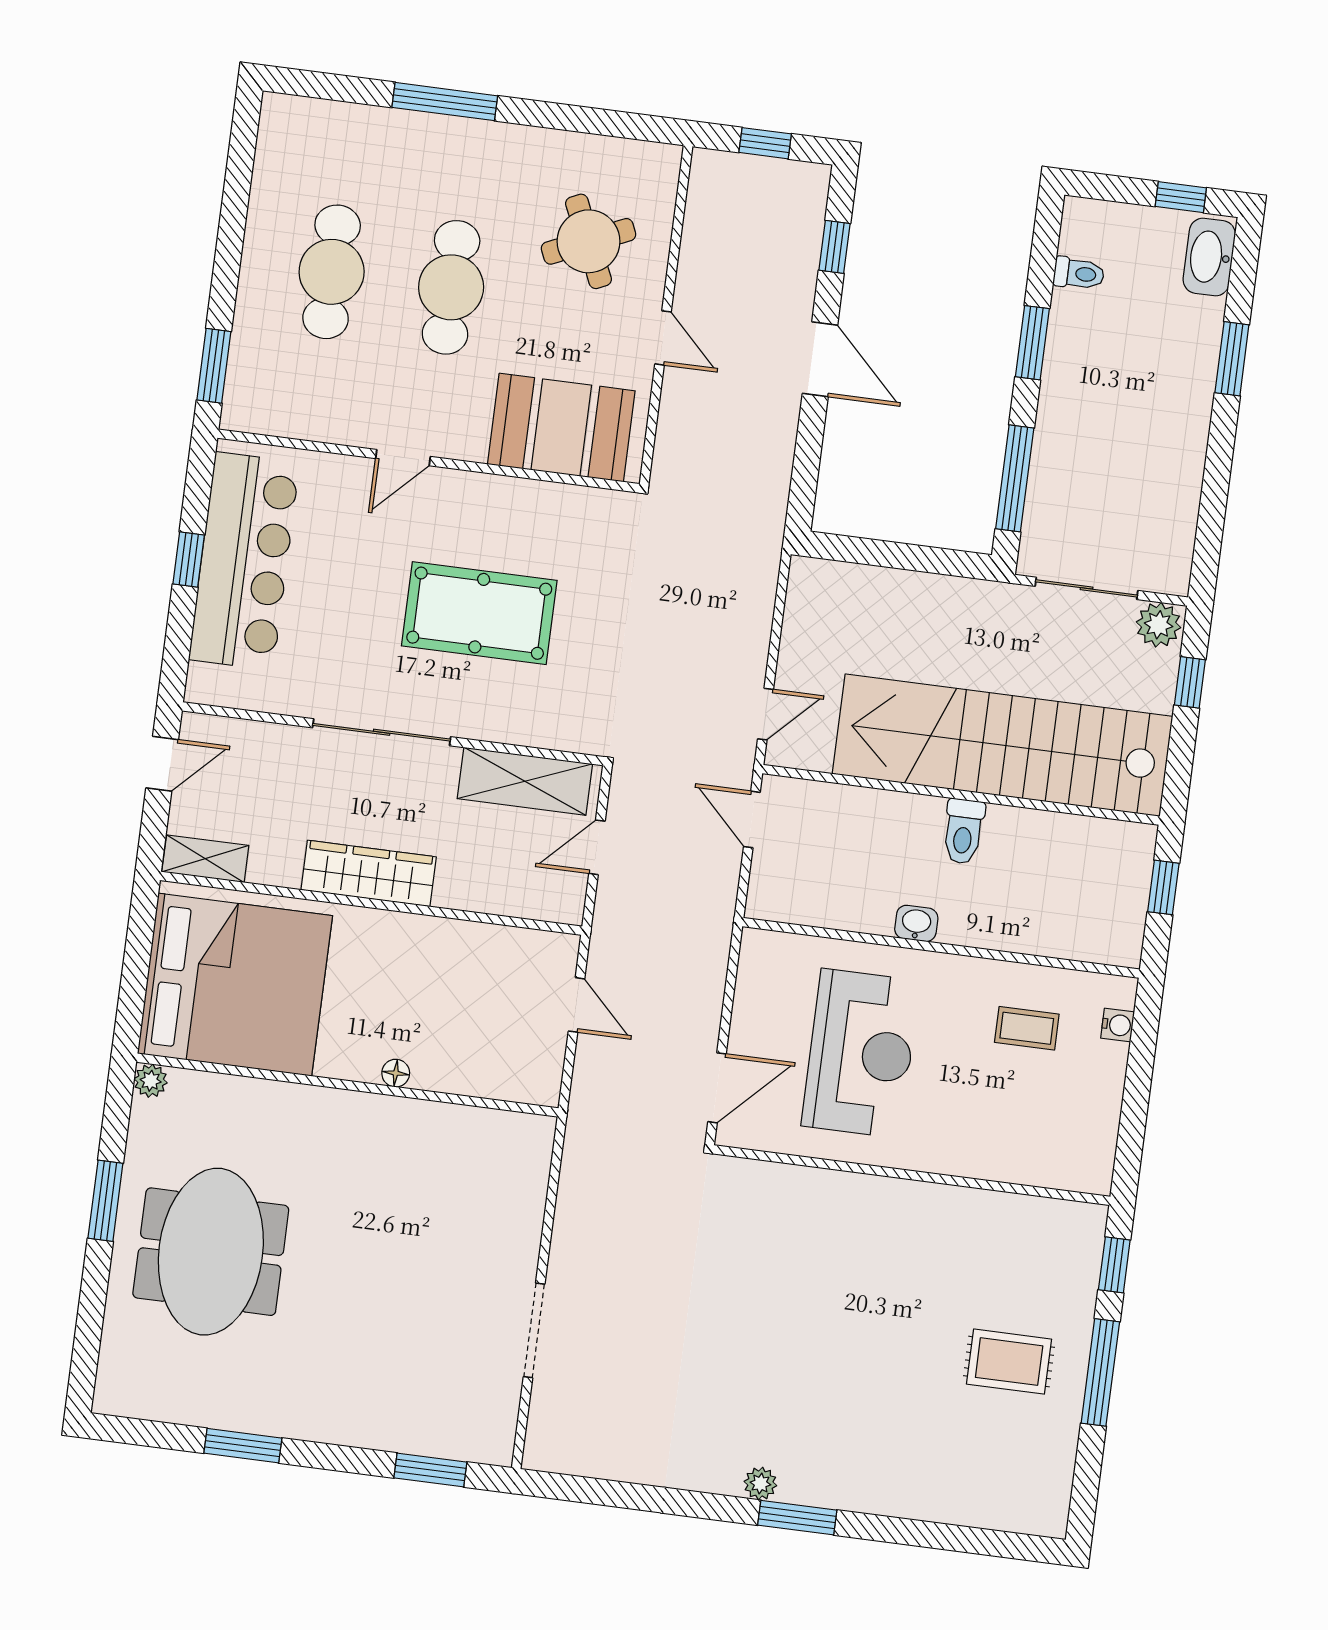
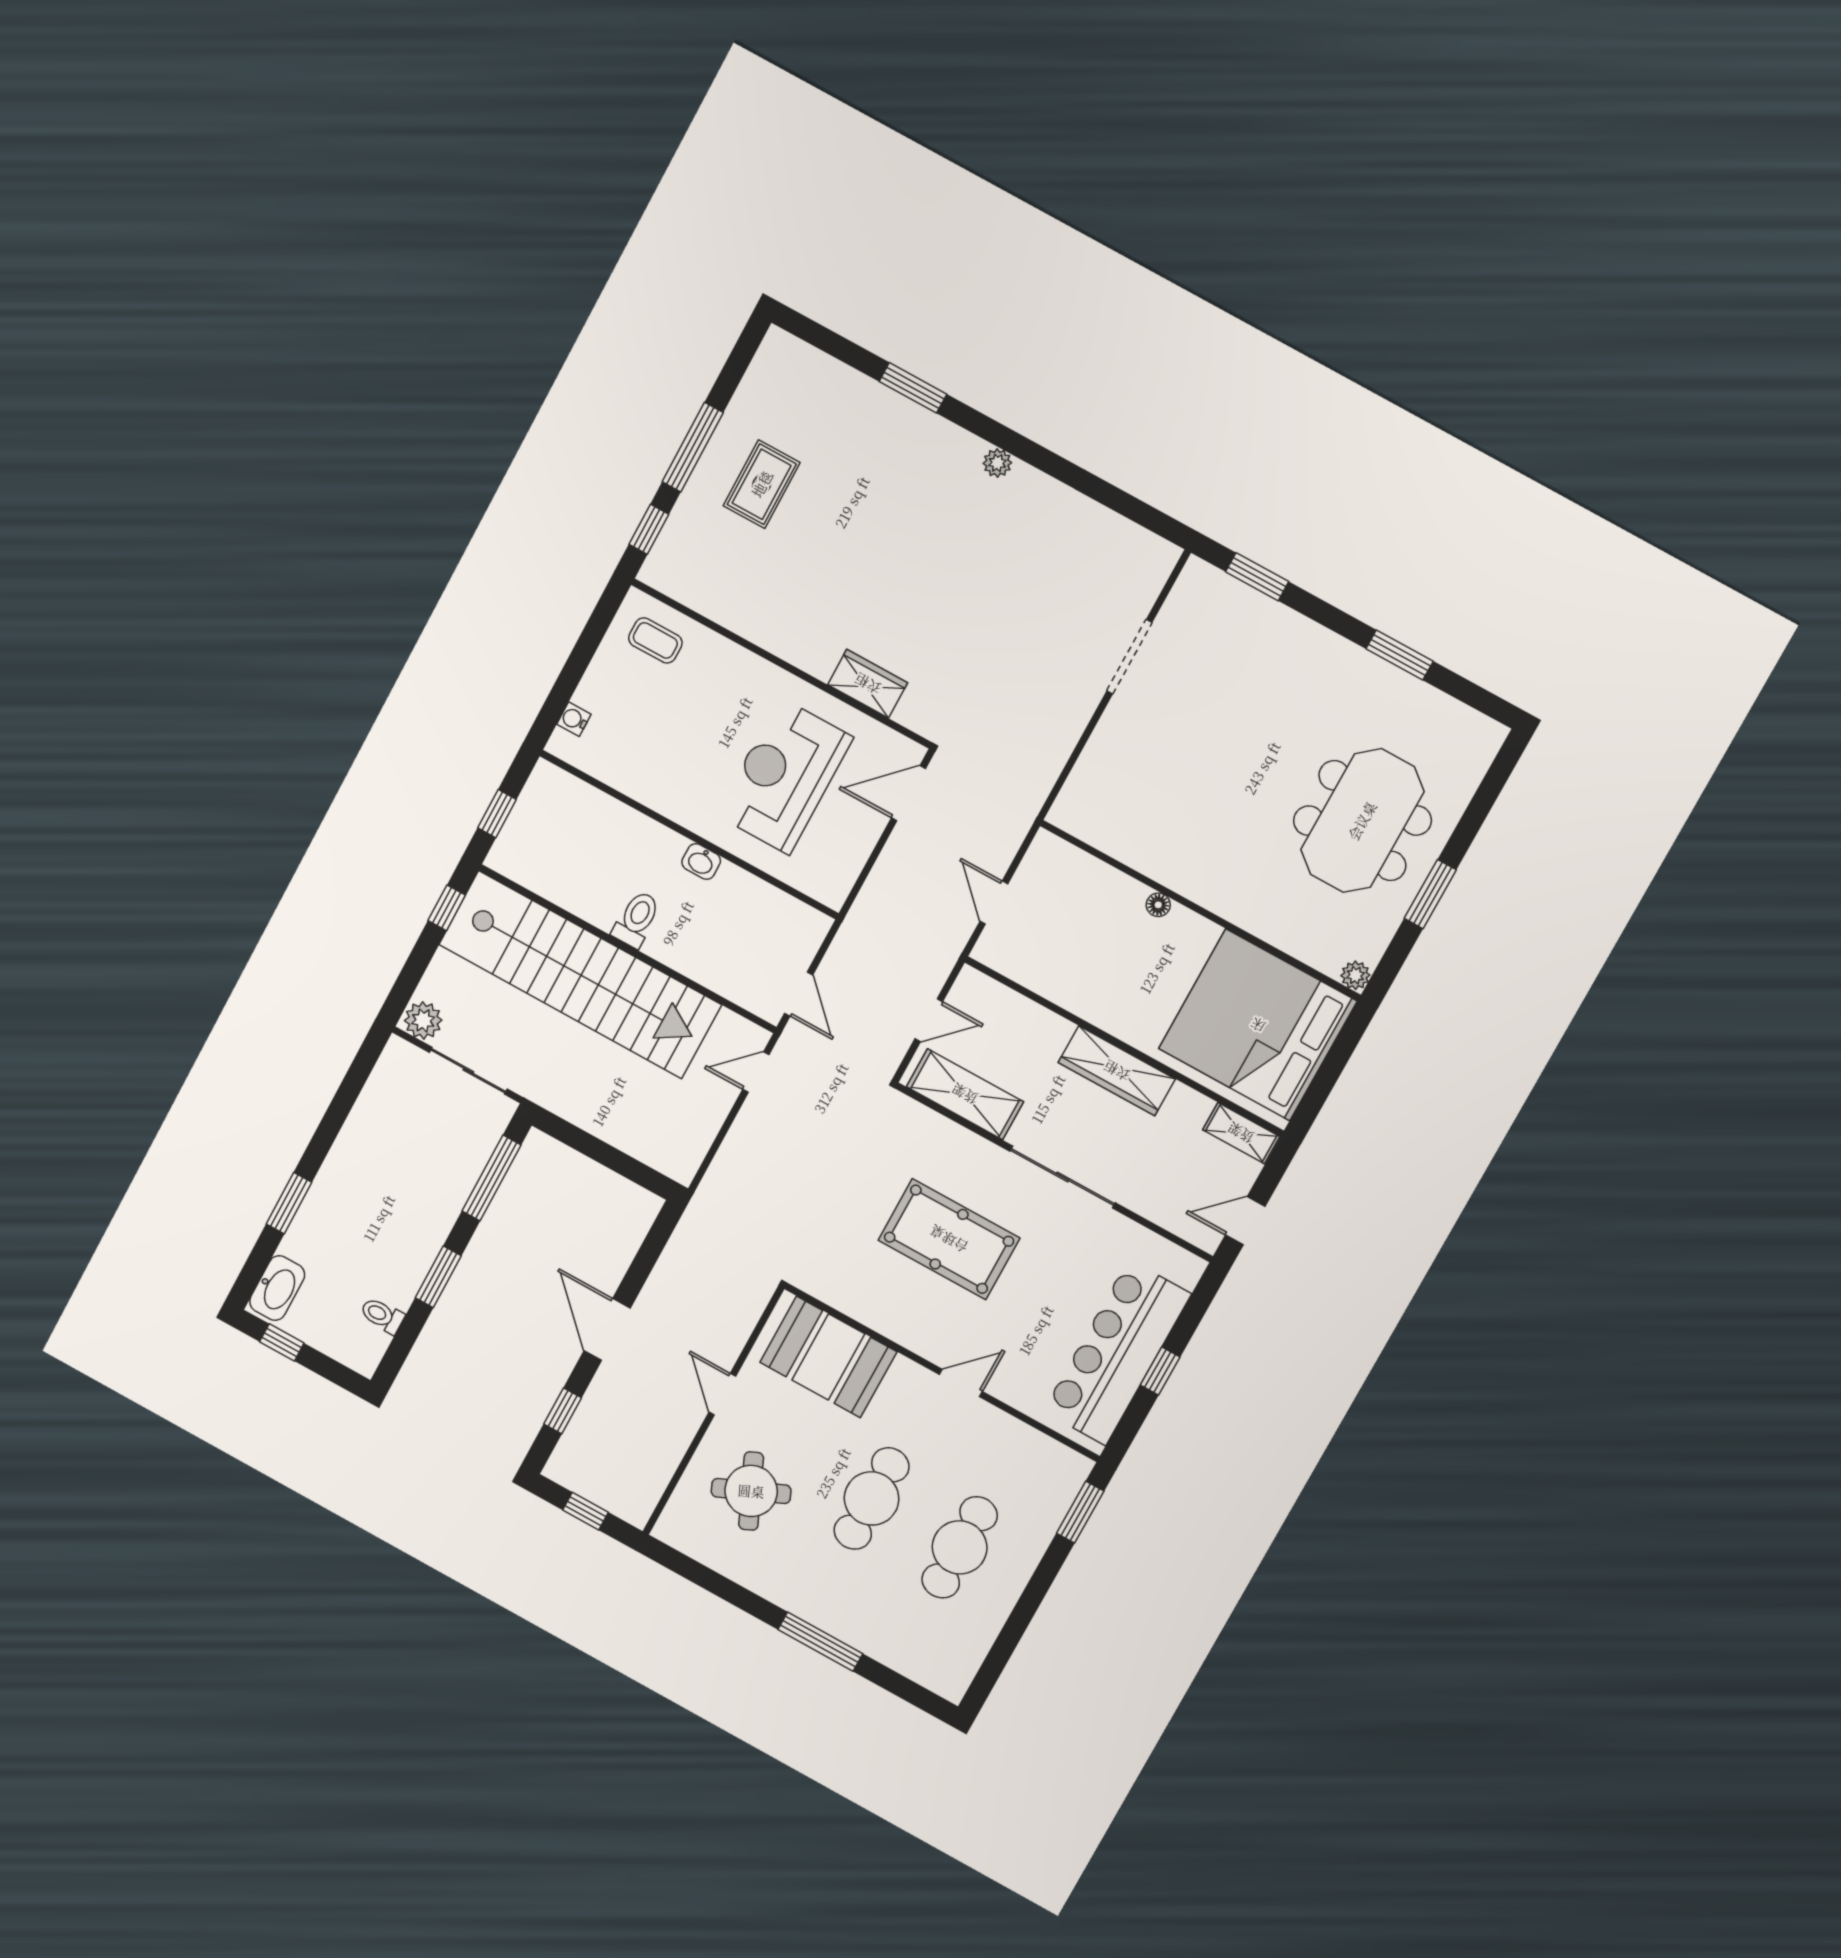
window: (1190, 682) -> (447, 908), moved
coffee table: (1027, 1028) -> (655, 640), moved
wardrobe: (809, 1190) -> (868, 684), added
rug: (1009, 1362) -> (762, 484), turned 90
window: (797, 1518) -> (913, 388), moved

